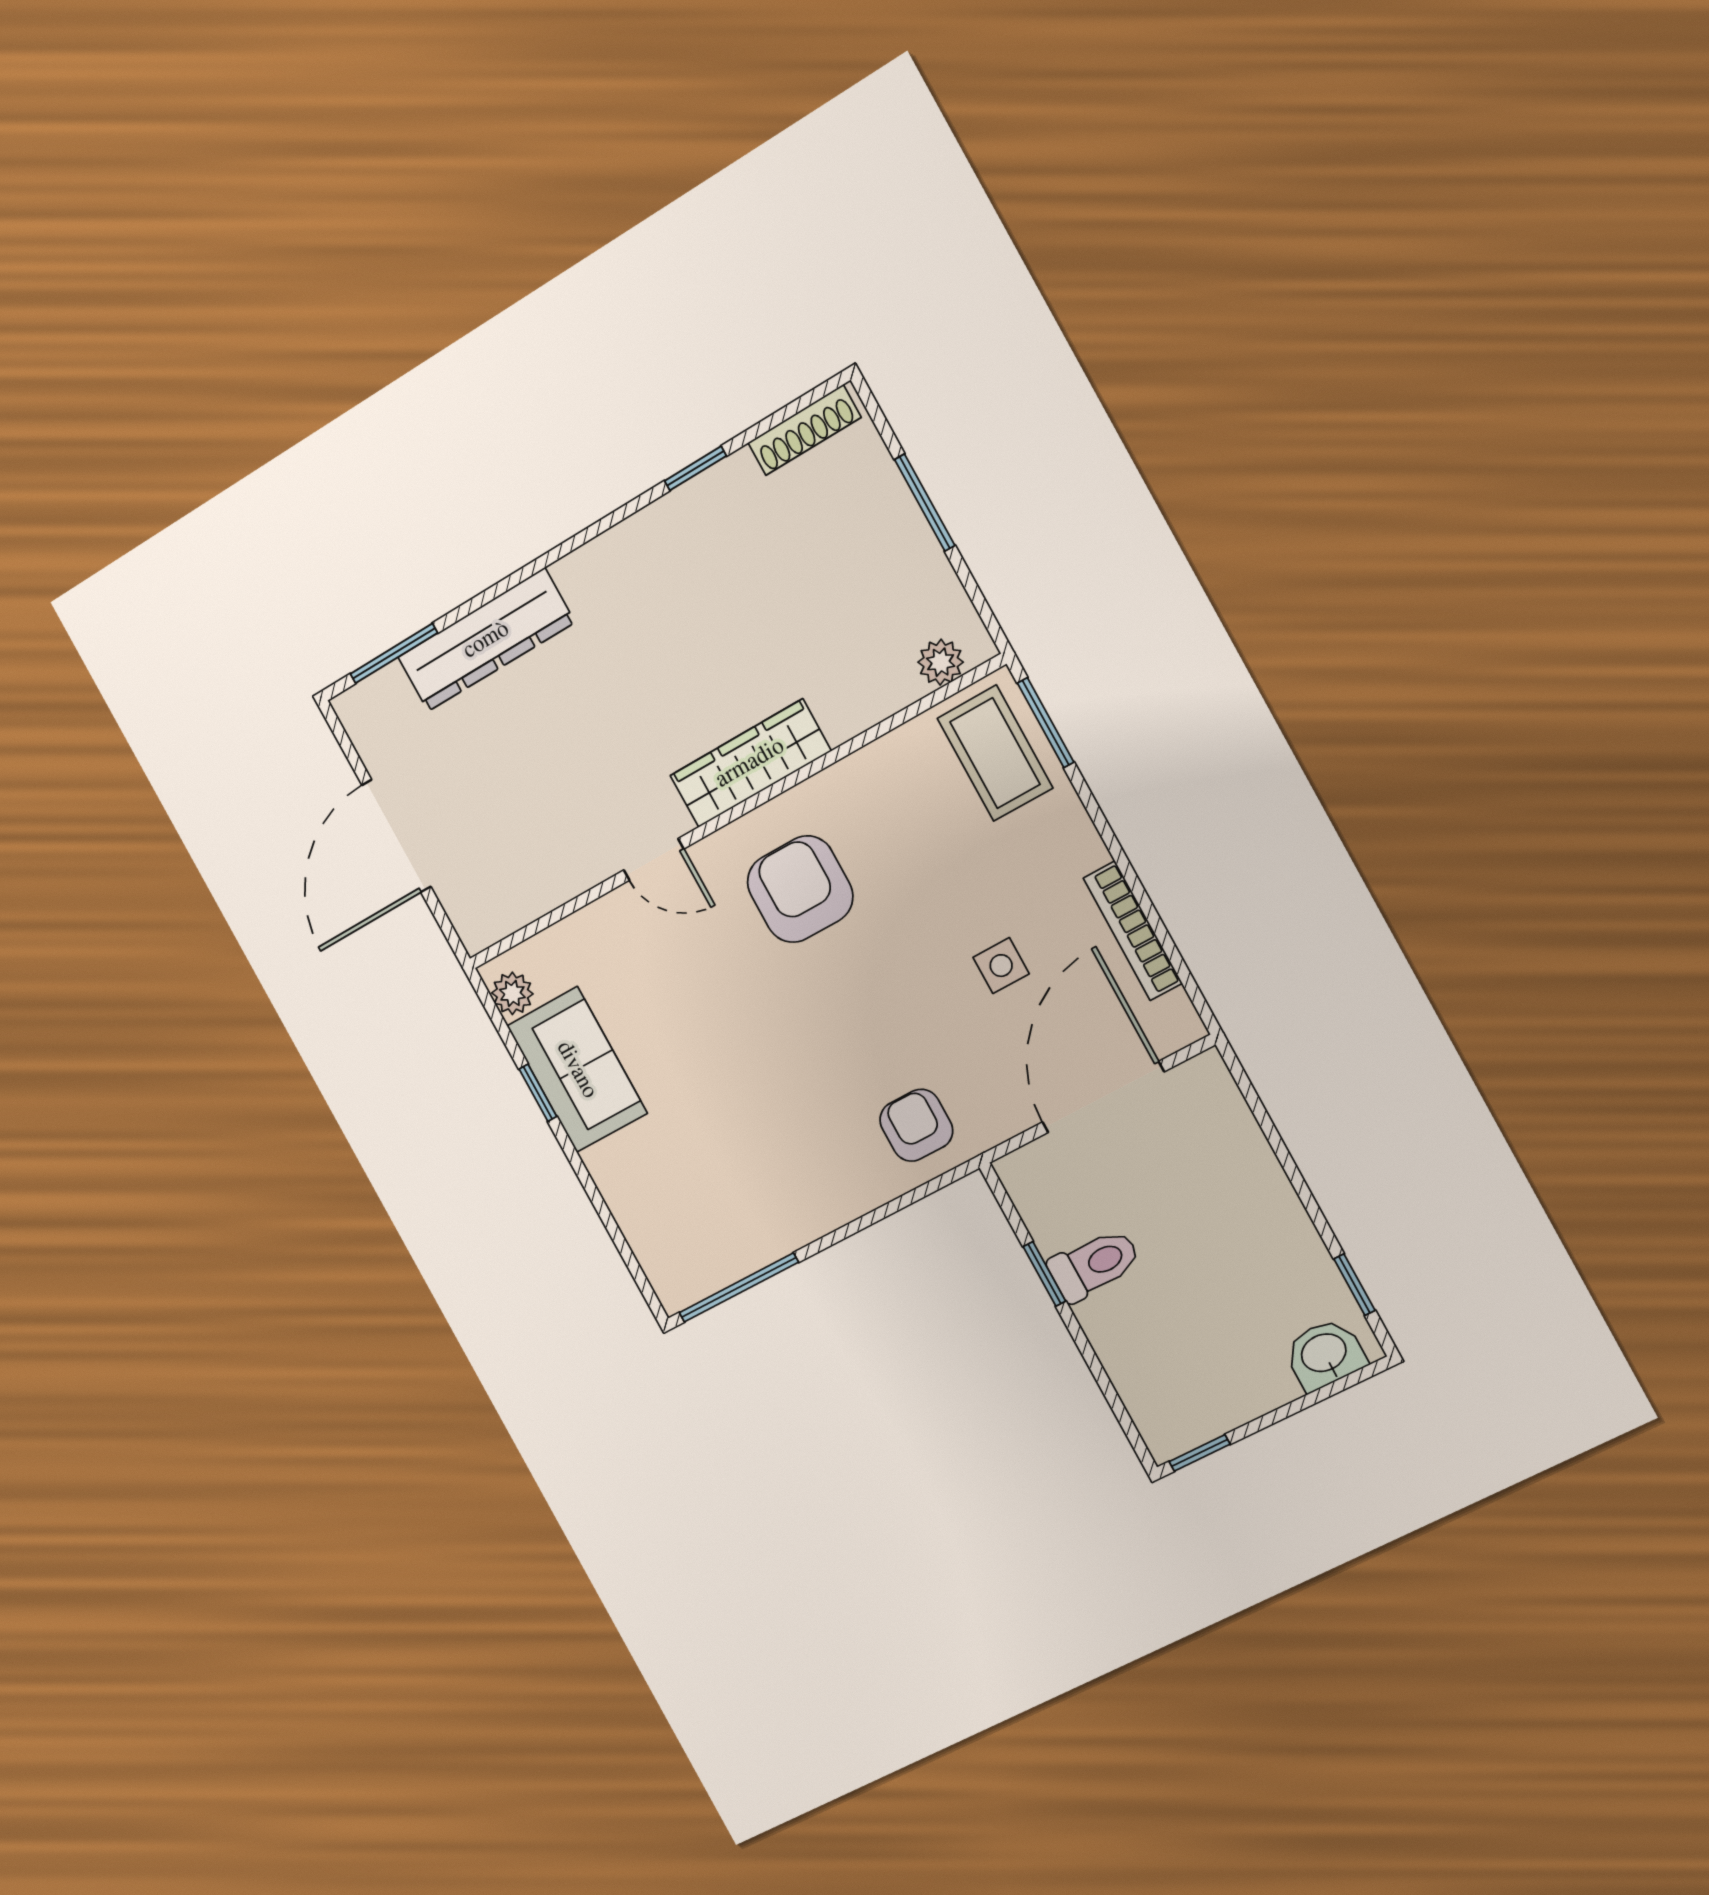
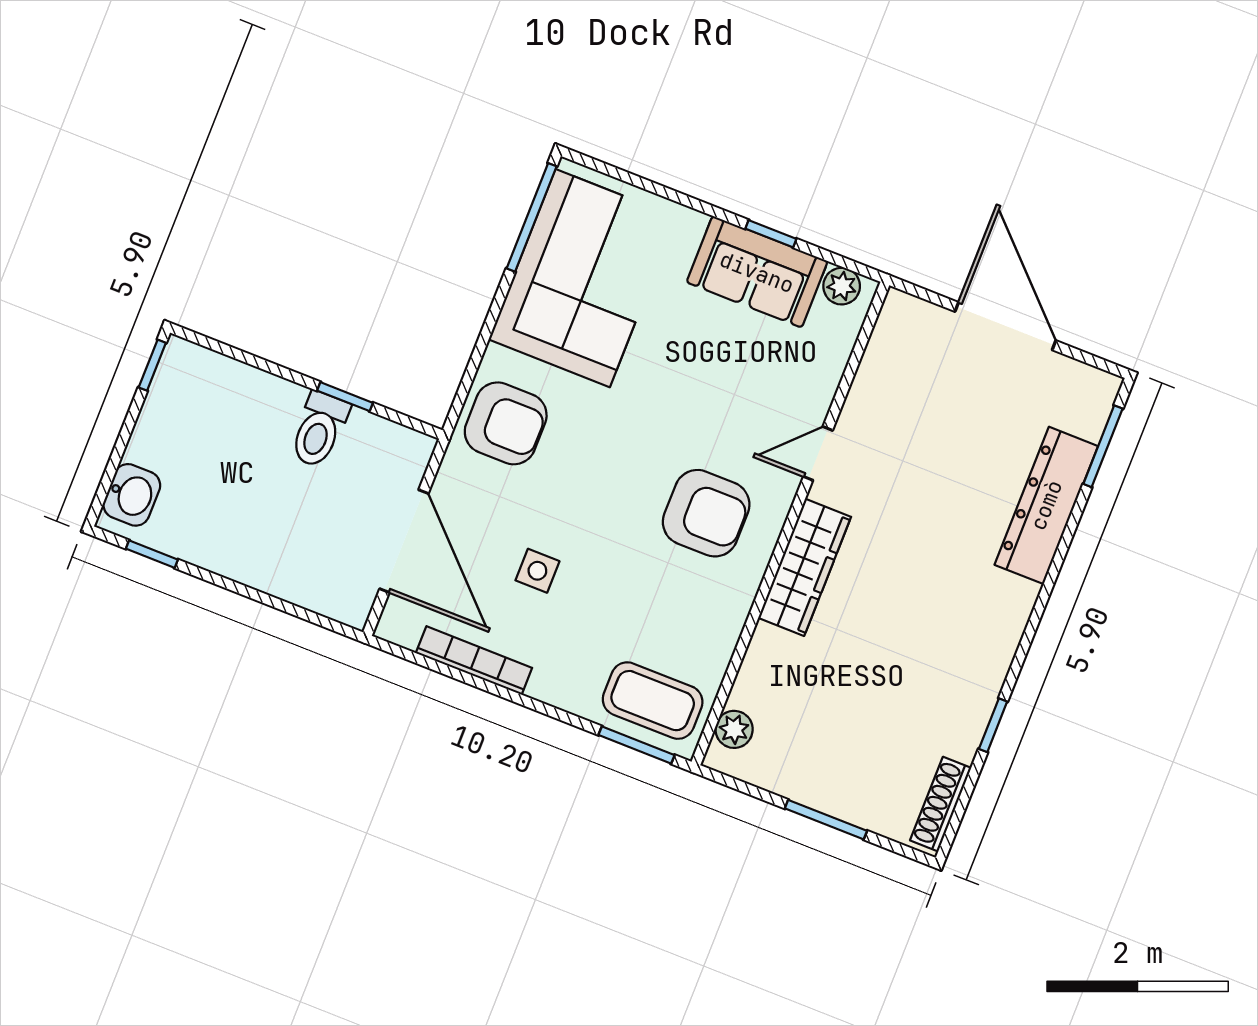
armchair: (916, 1125) -> (506, 423), width x1.38, depth x1.38
corner sofa: (737, 1196) -> (583, 278), added

